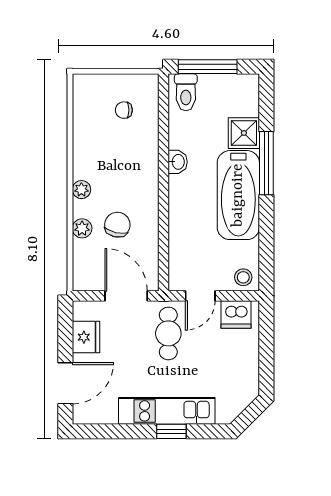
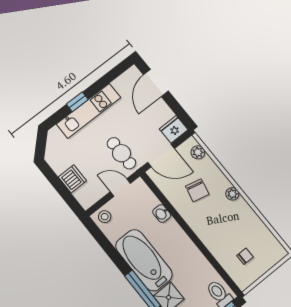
washbasin: (178, 162) -> (162, 213), moved
plant: (82, 228) -> (198, 152), moved
door: (200, 296) -> (120, 188), hinge flipped
dishwasher: (236, 314) -> (72, 179), moved, turned 90
fridge: (86, 337) -> (174, 129), moved, turned 90

